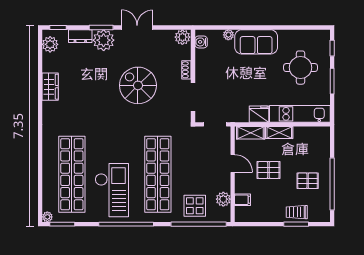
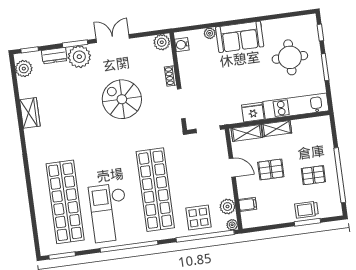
checkout: (112, 190) -> (109, 213), turned 180
plant: (47, 217) -> (232, 225), moved

